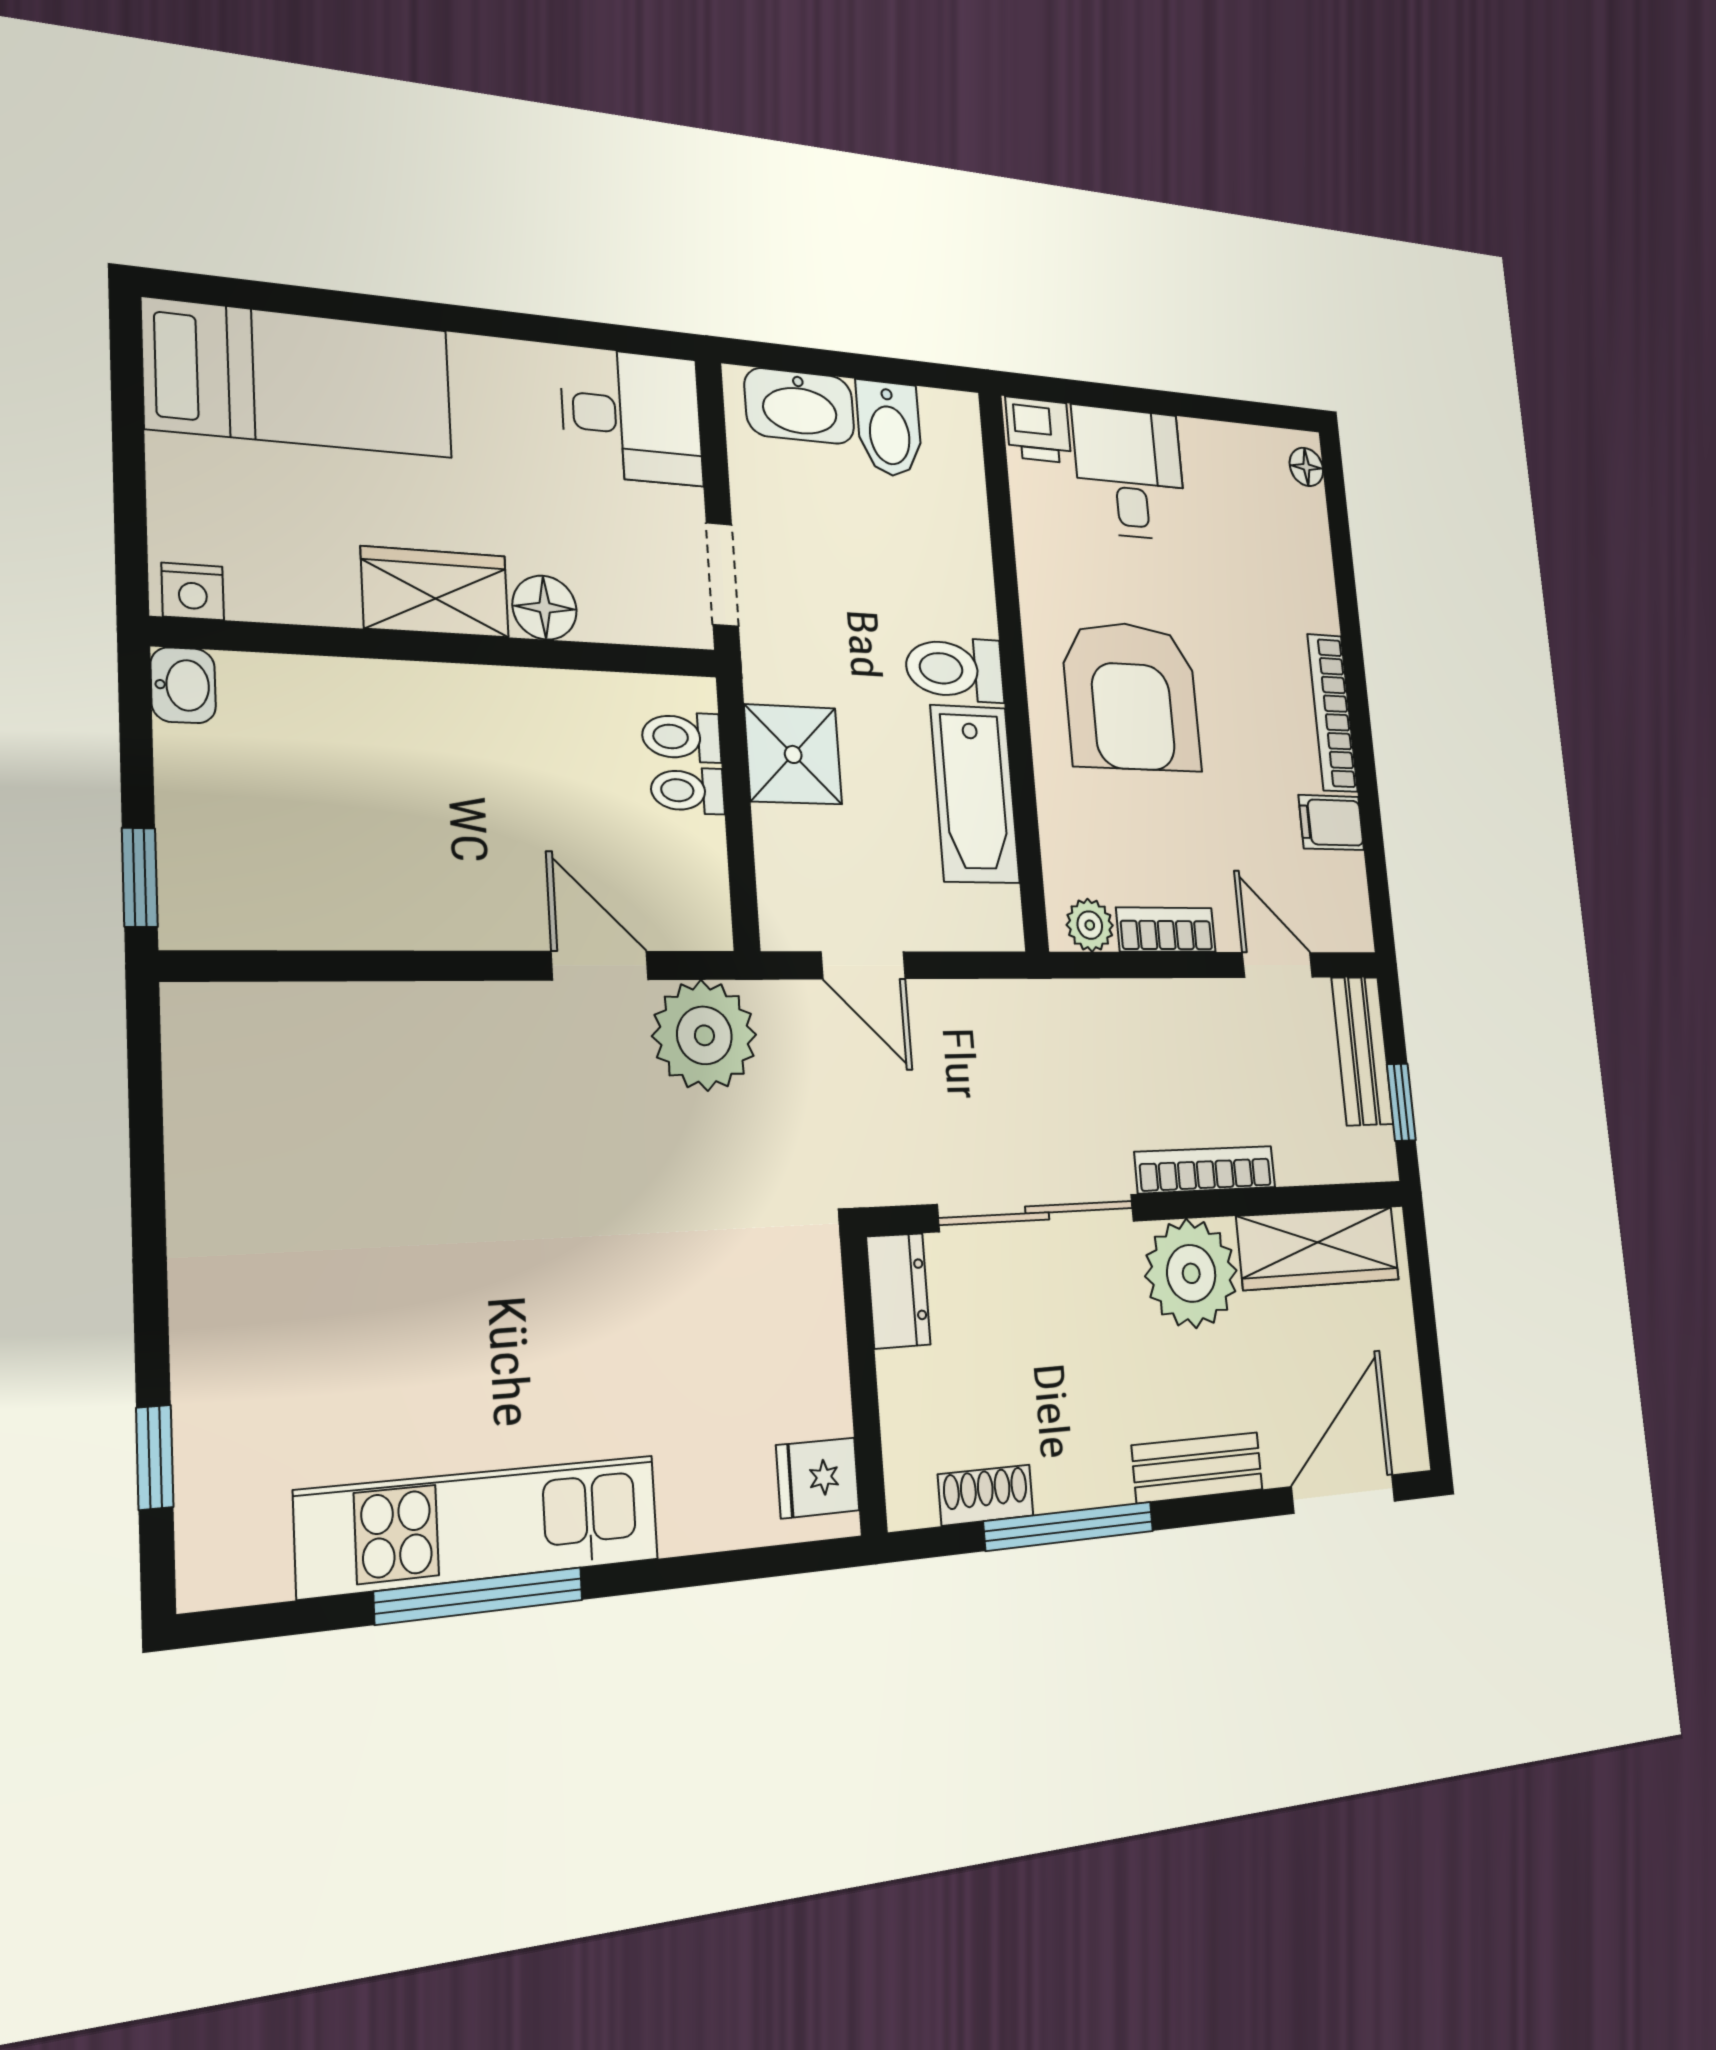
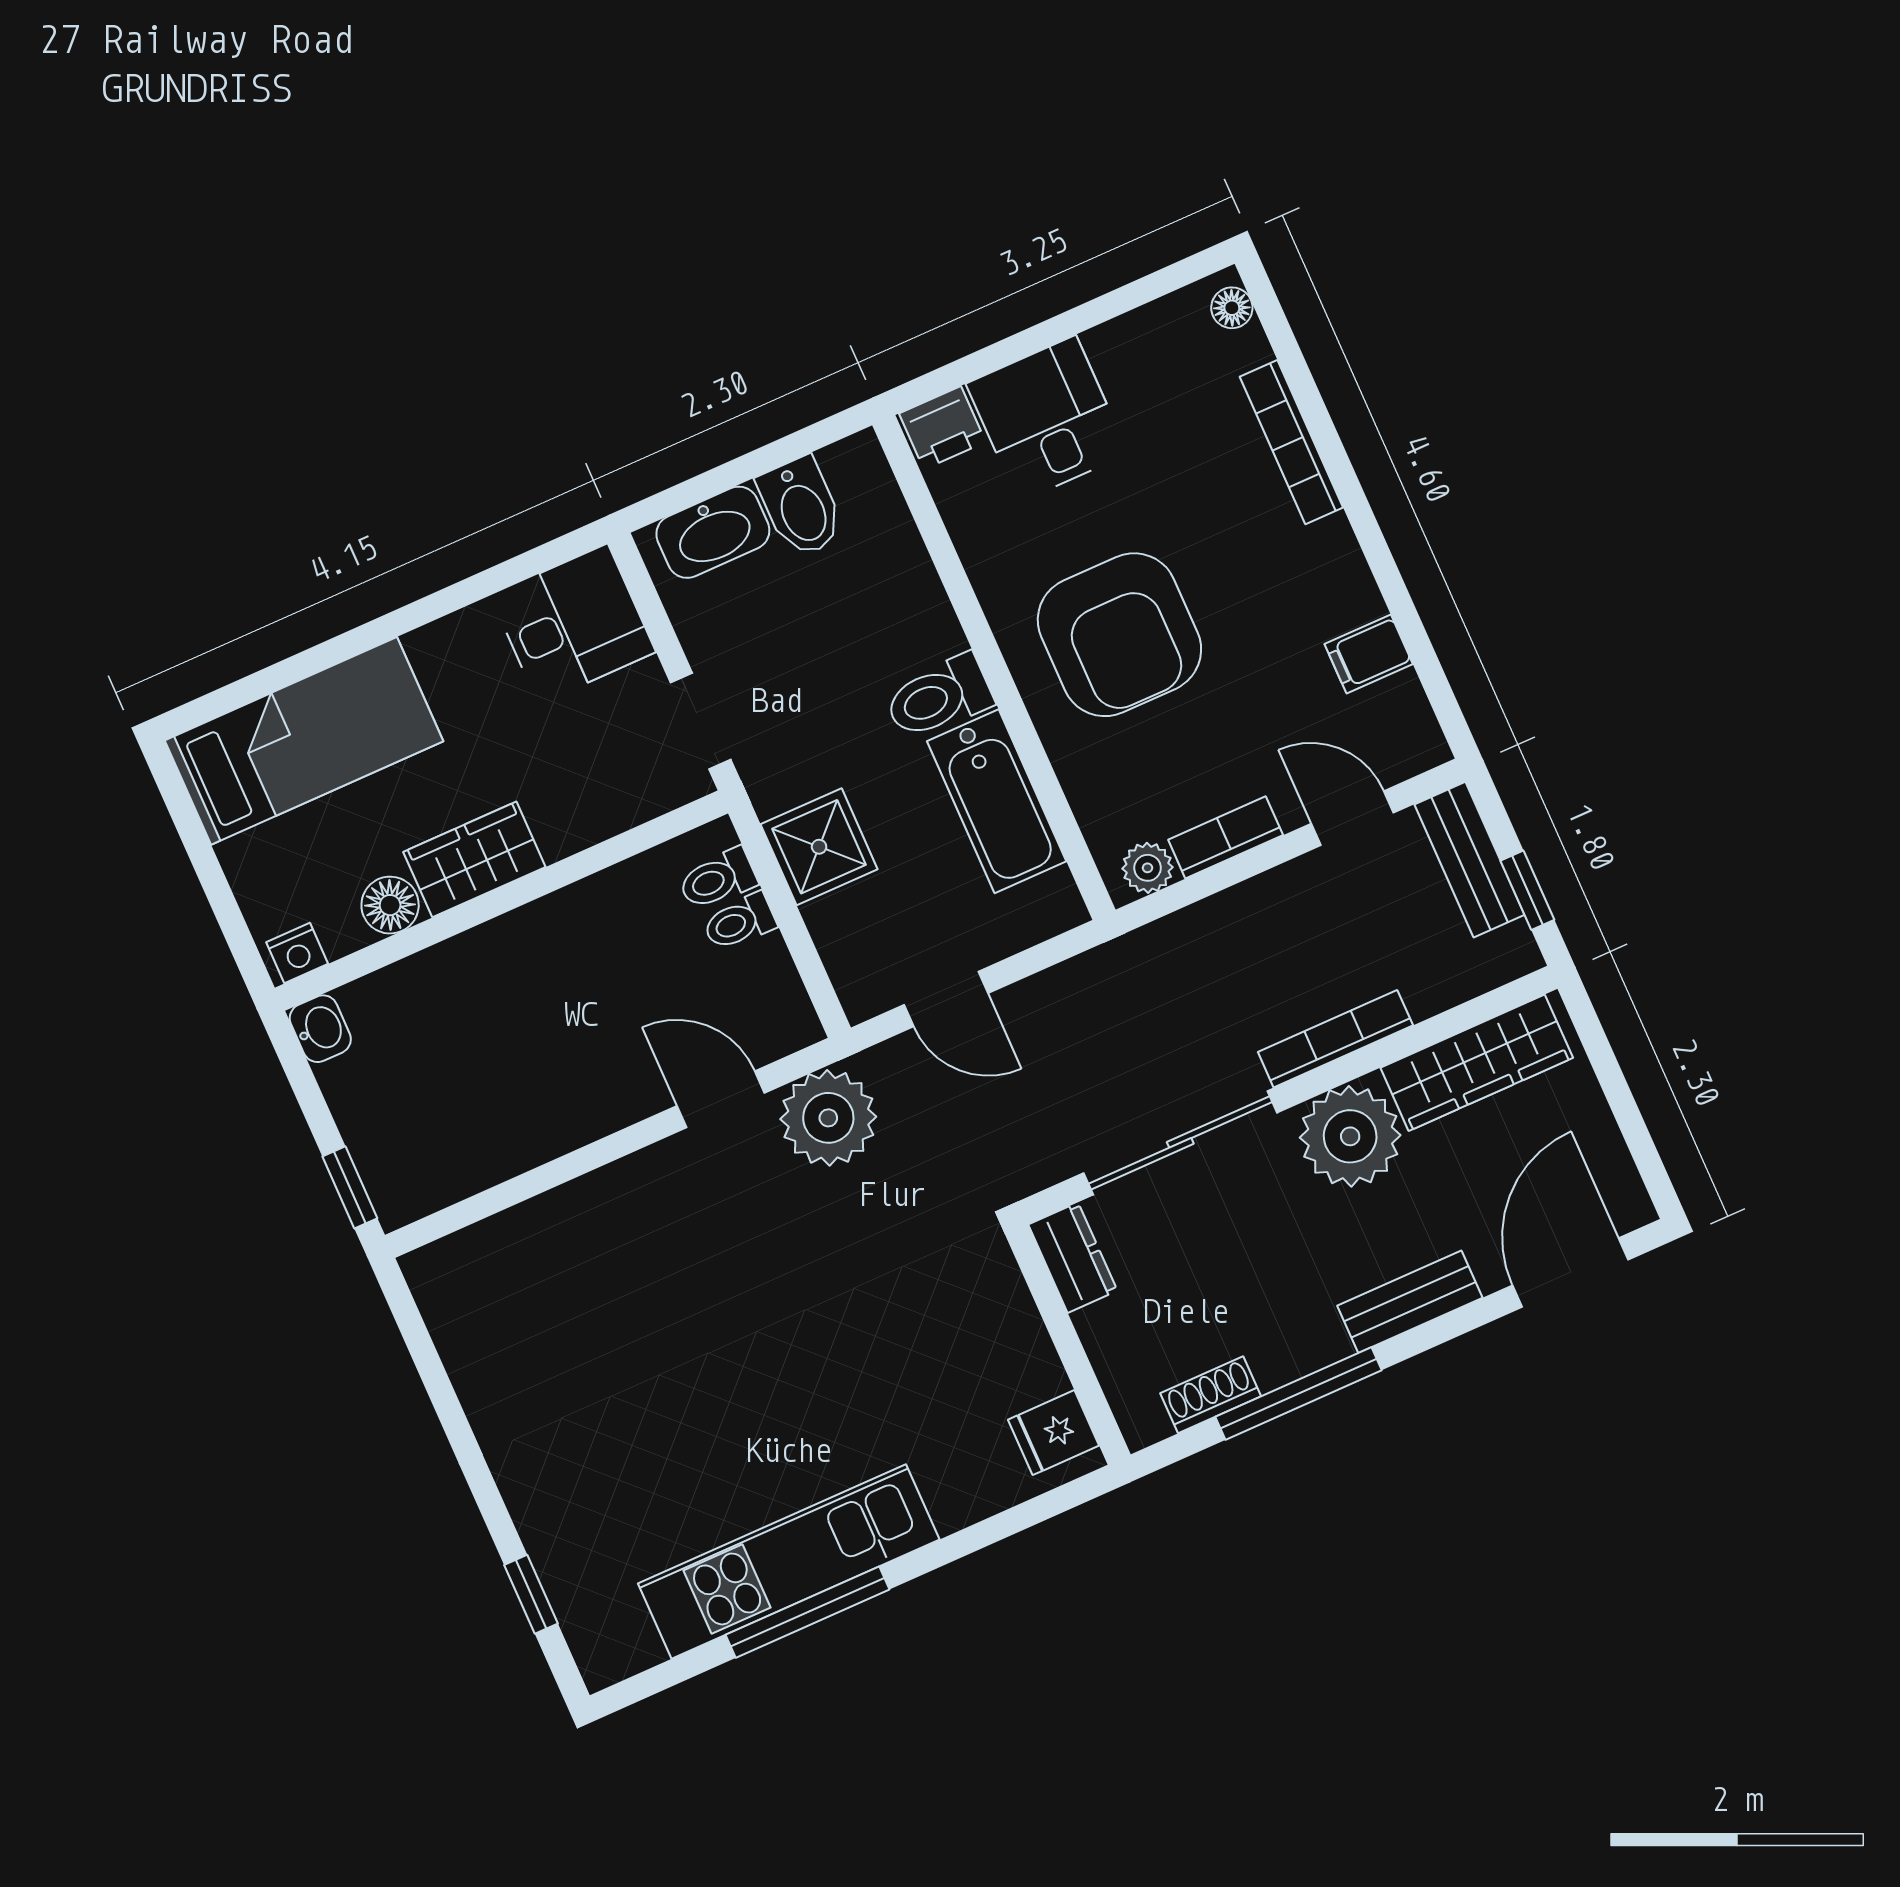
floor lamp: (545, 608) -> (390, 905), moved
bookcase: (1332, 713) -> (1291, 442), moved

